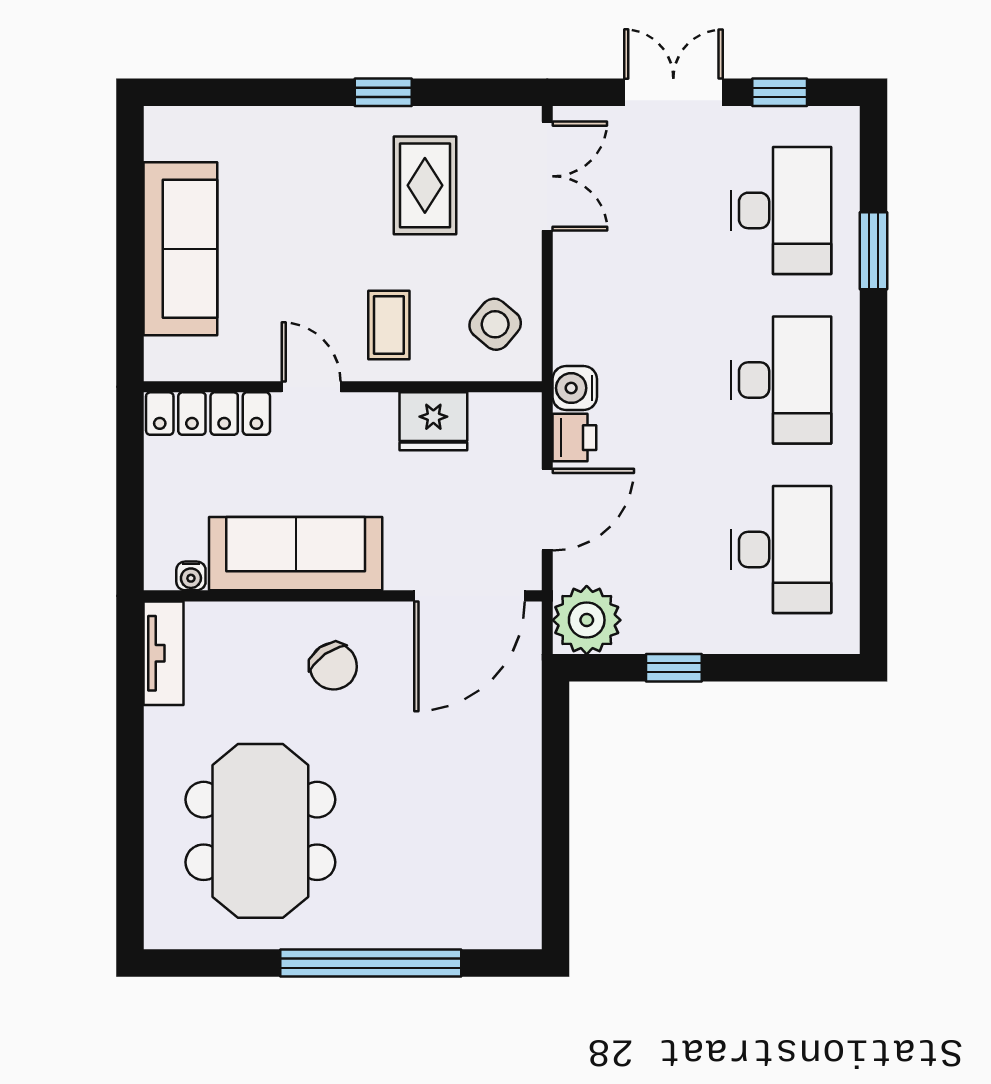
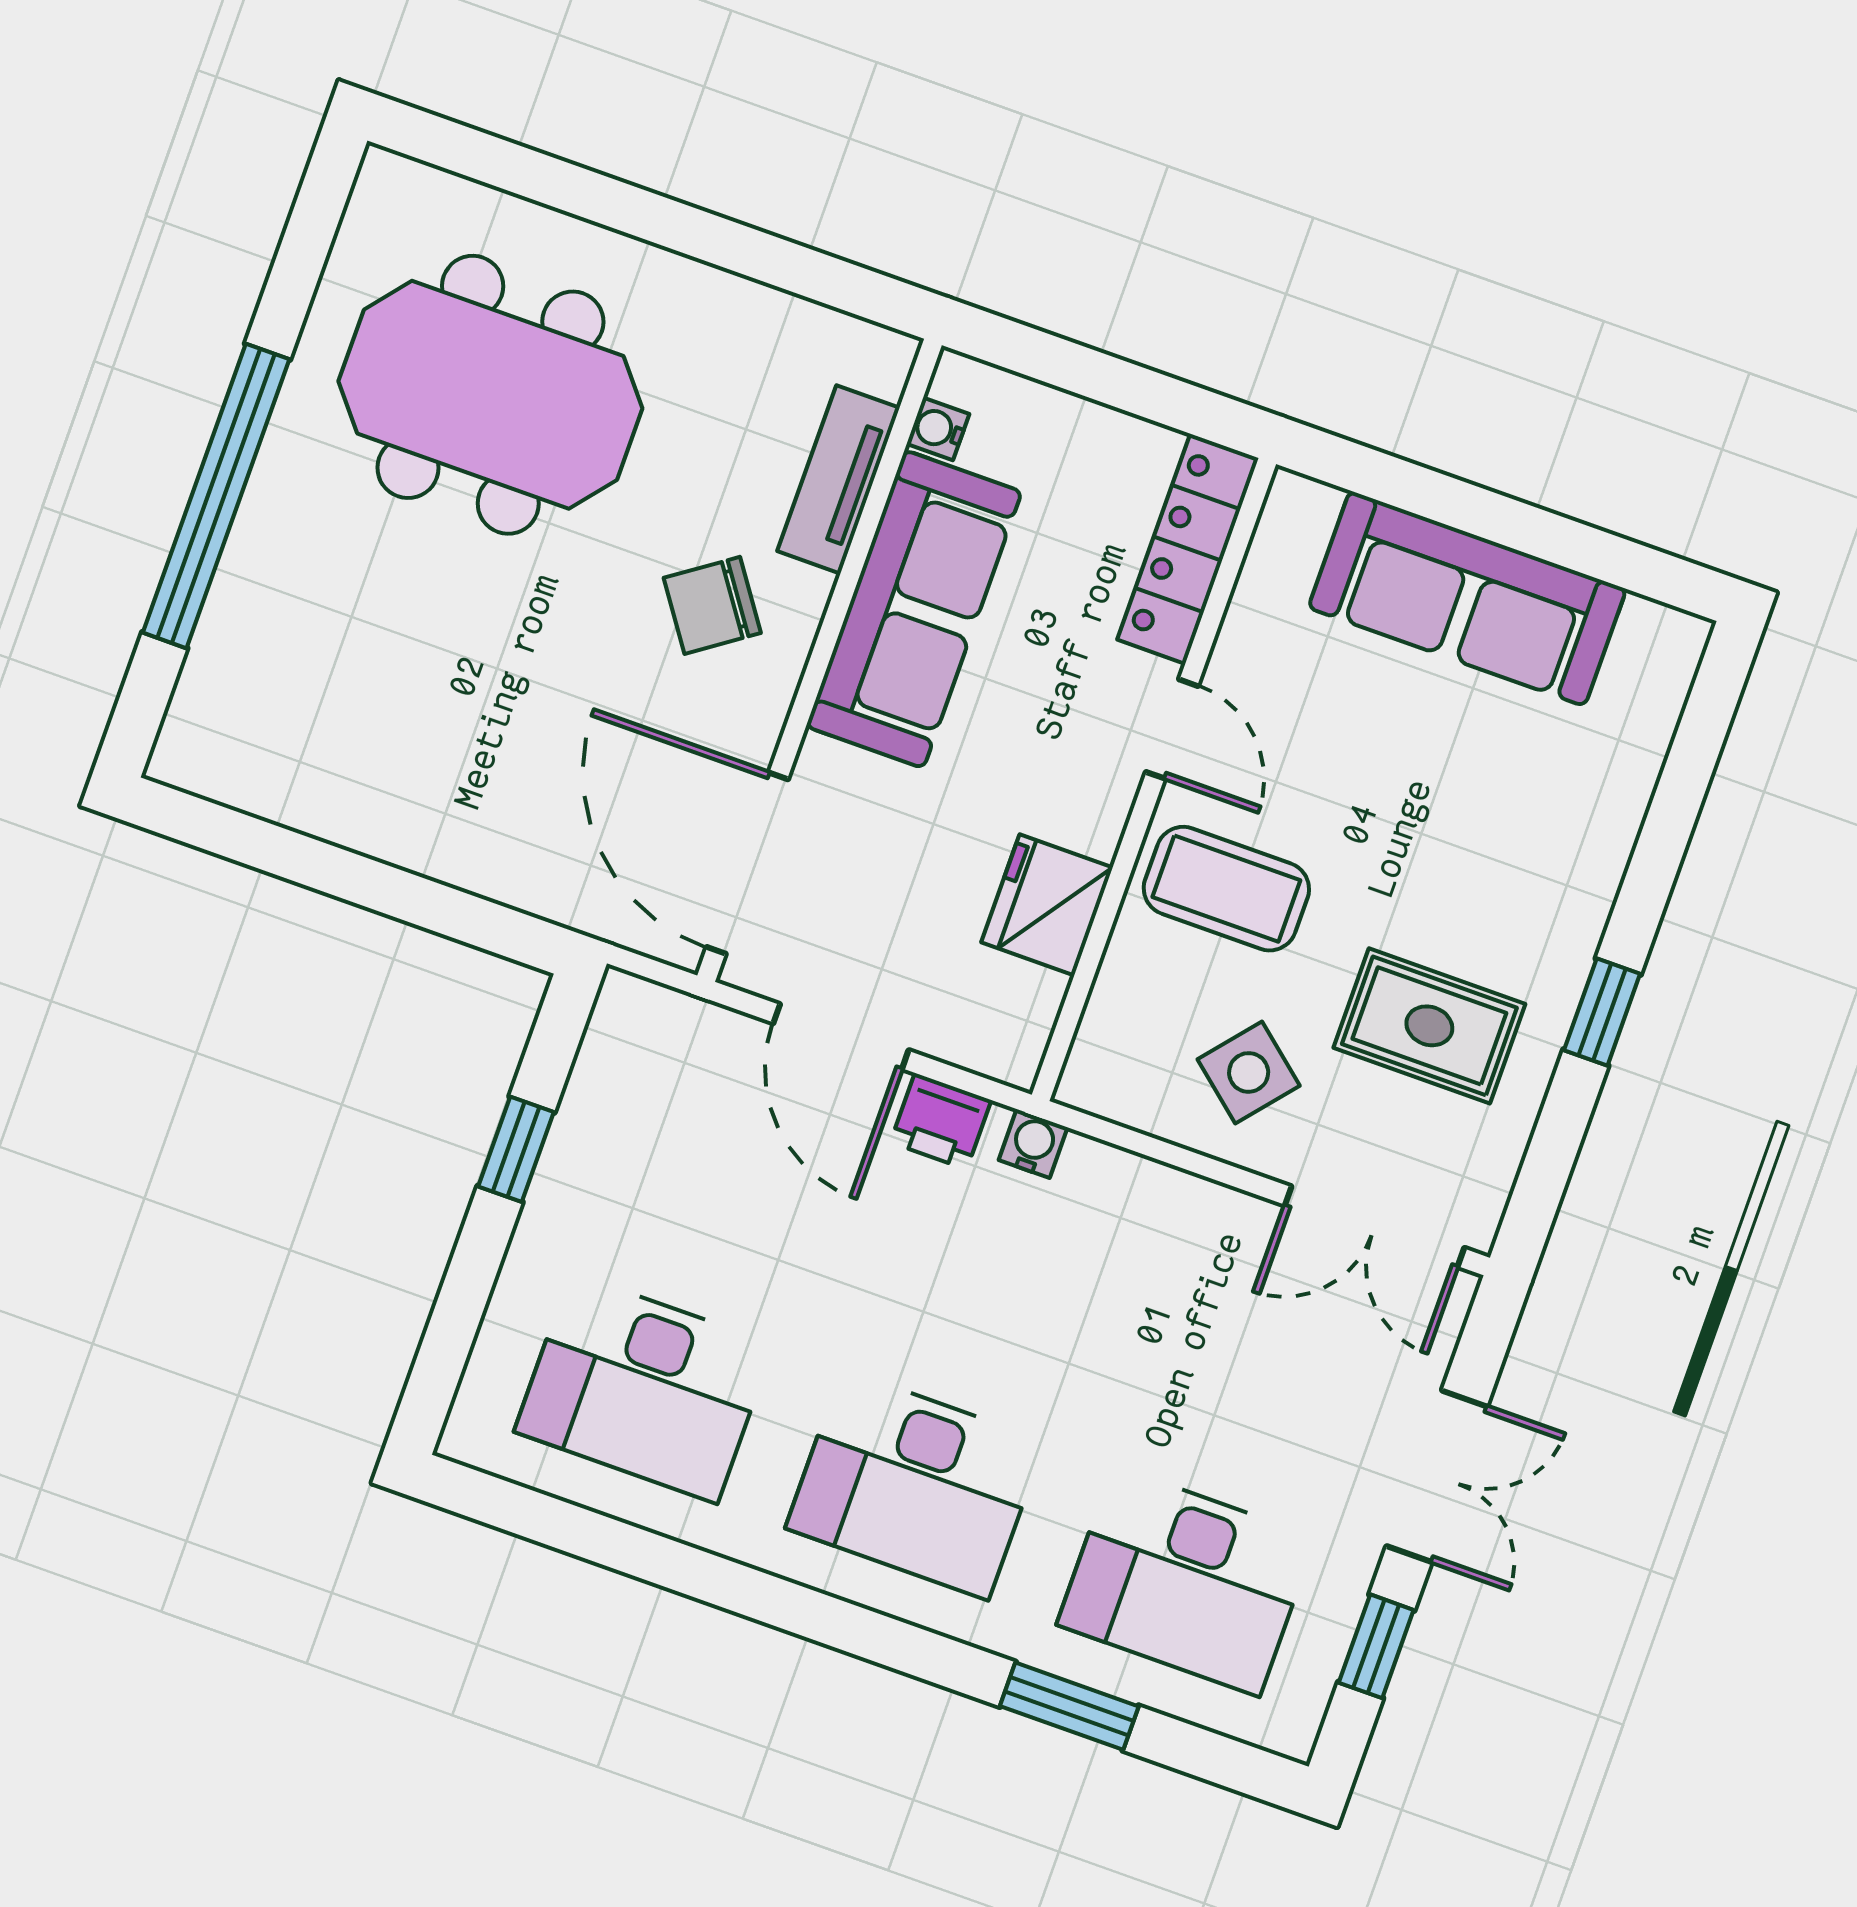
side table: (495, 324) -> (1249, 1072), moved
coffee table: (389, 325) -> (1226, 889), width x1.36, depth x1.30
door: (311, 387) -> (1172, 729), hinge flipped
water cooler: (575, 388) -> (1033, 1144), width x0.72, depth x0.72
plant: (587, 620) -> (642, 1037), removed
tv unit: (163, 653) -> (838, 479), moved, turned 90

